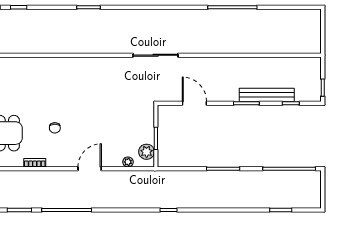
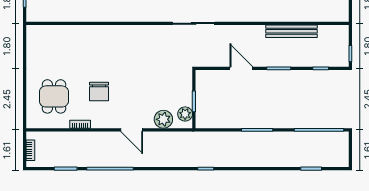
bench: (267, 95) -> (291, 31), moved
door: (194, 103) -> (241, 68), moved
chair: (55, 128) -> (99, 92), width x1.87, depth x1.87
plant: (128, 162) -> (163, 119), width x1.87, depth x1.87
door: (90, 169) -> (132, 130), swing flipped

